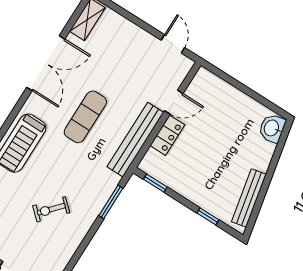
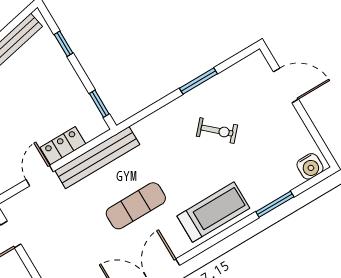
door: (174, 102) -> (40, 176), hinge flipped
window: (111, 202) -> (198, 81), moved

